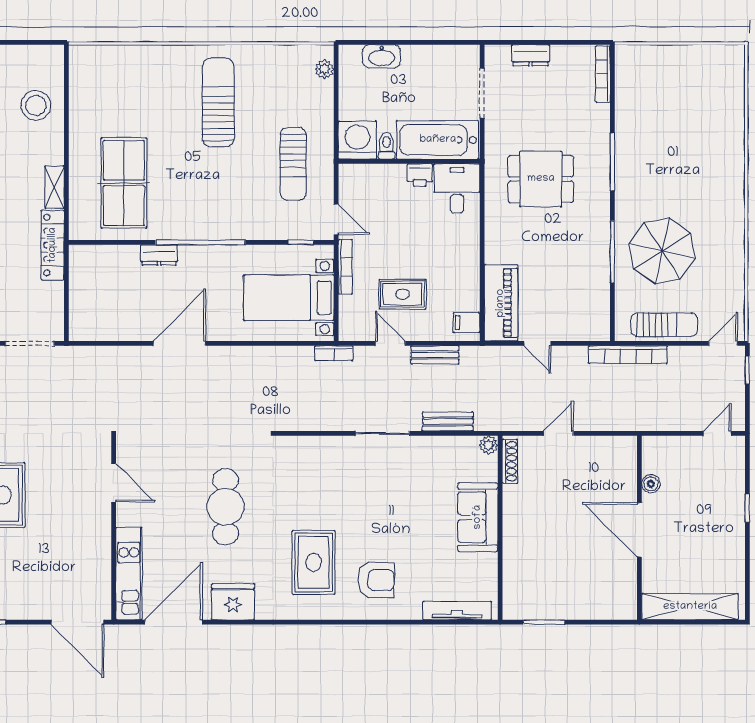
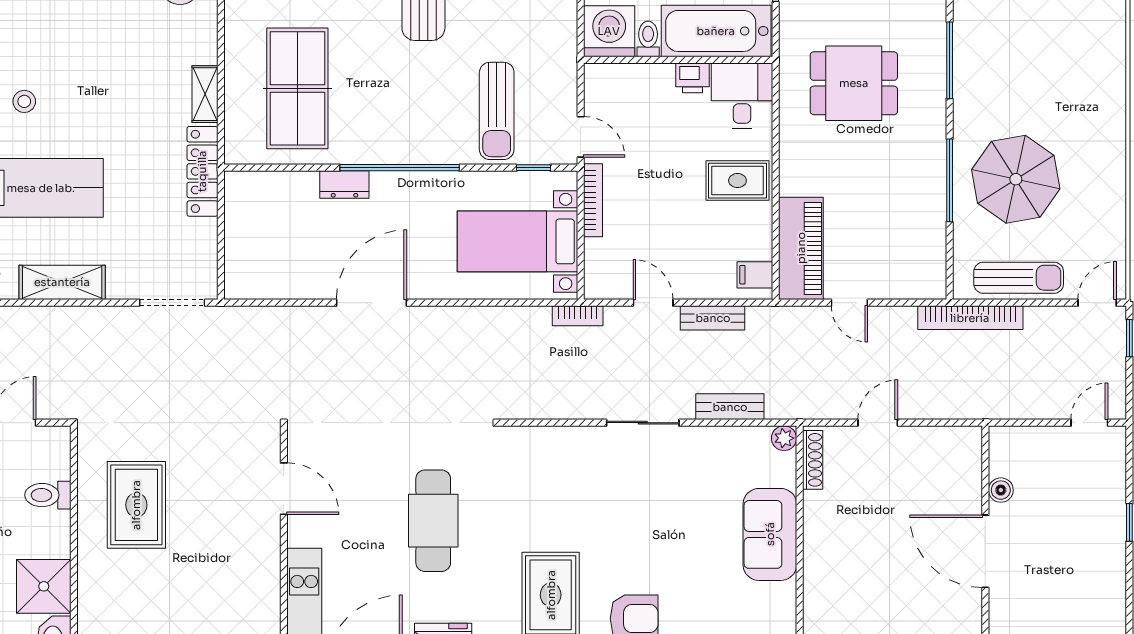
sun lounger: (293, 164) -> (497, 111), moved
rug: (402, 294) -> (737, 181), moved

